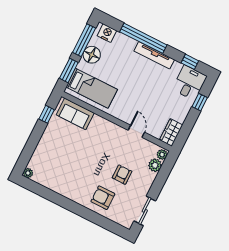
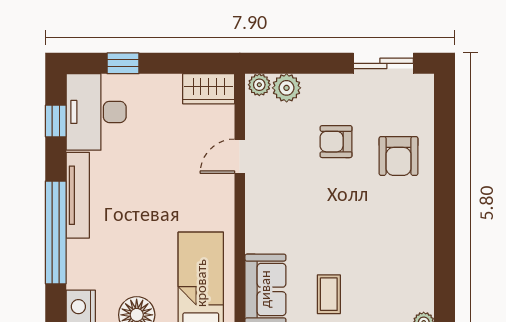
desk: (189, 83) -> (96, 112), width x1.37
coffee table: (60, 139) -> (329, 294), added

